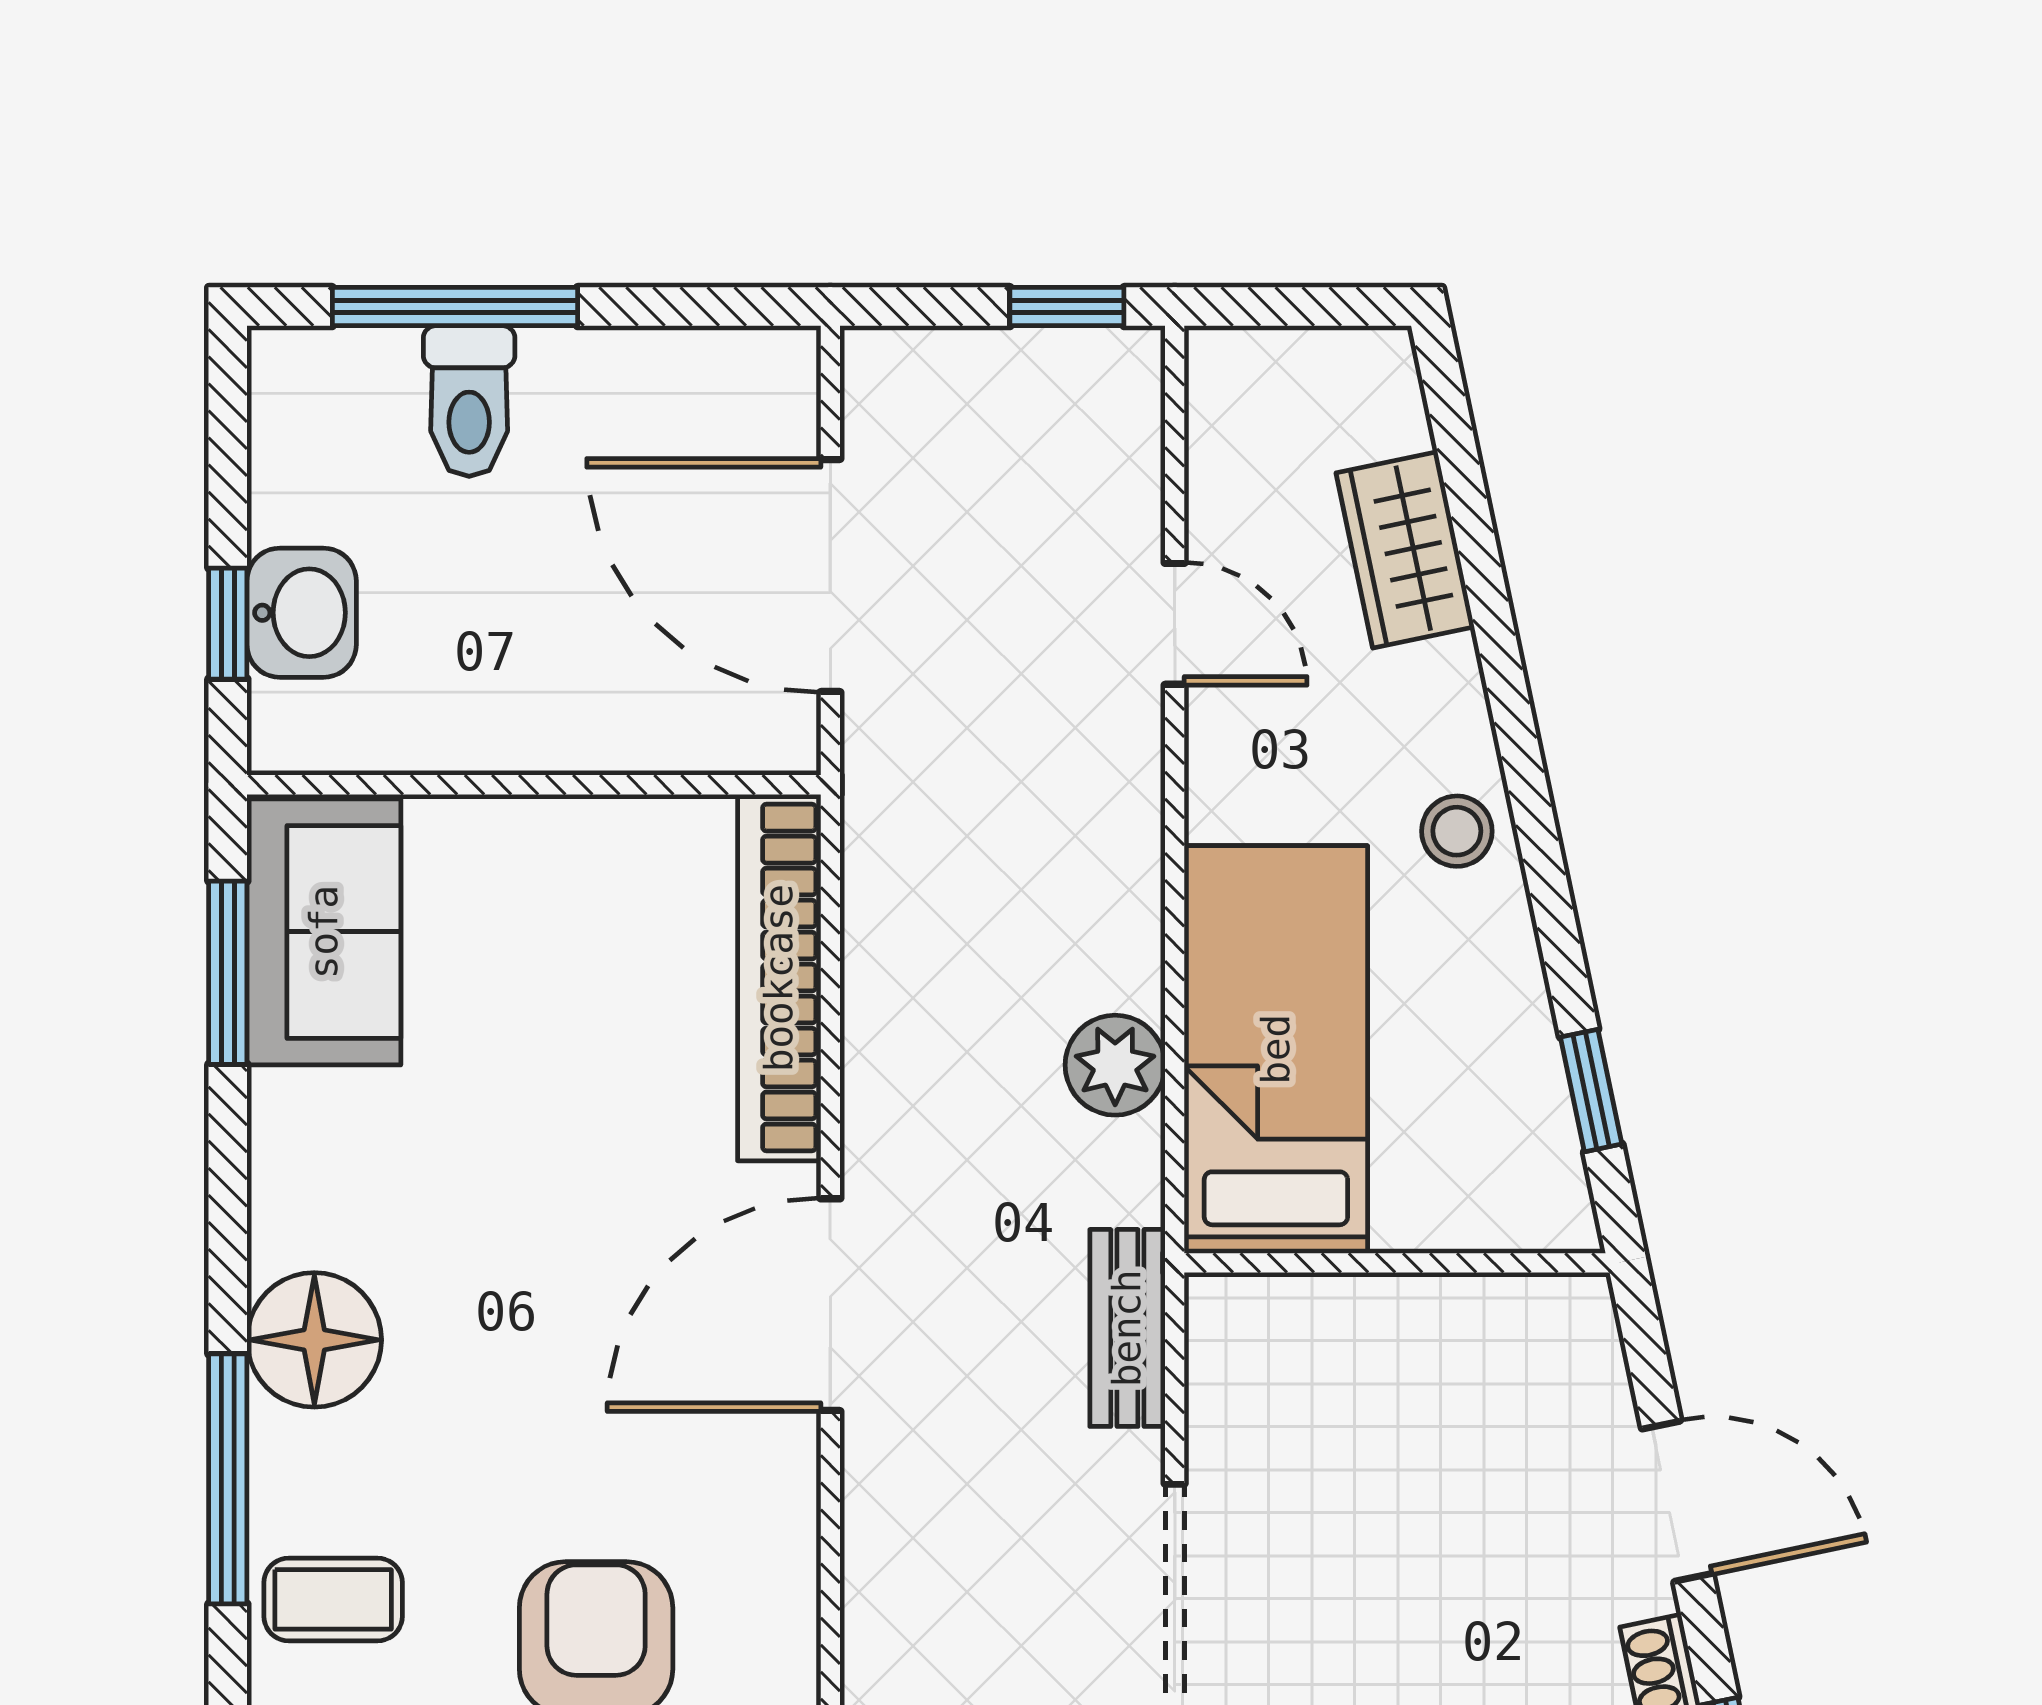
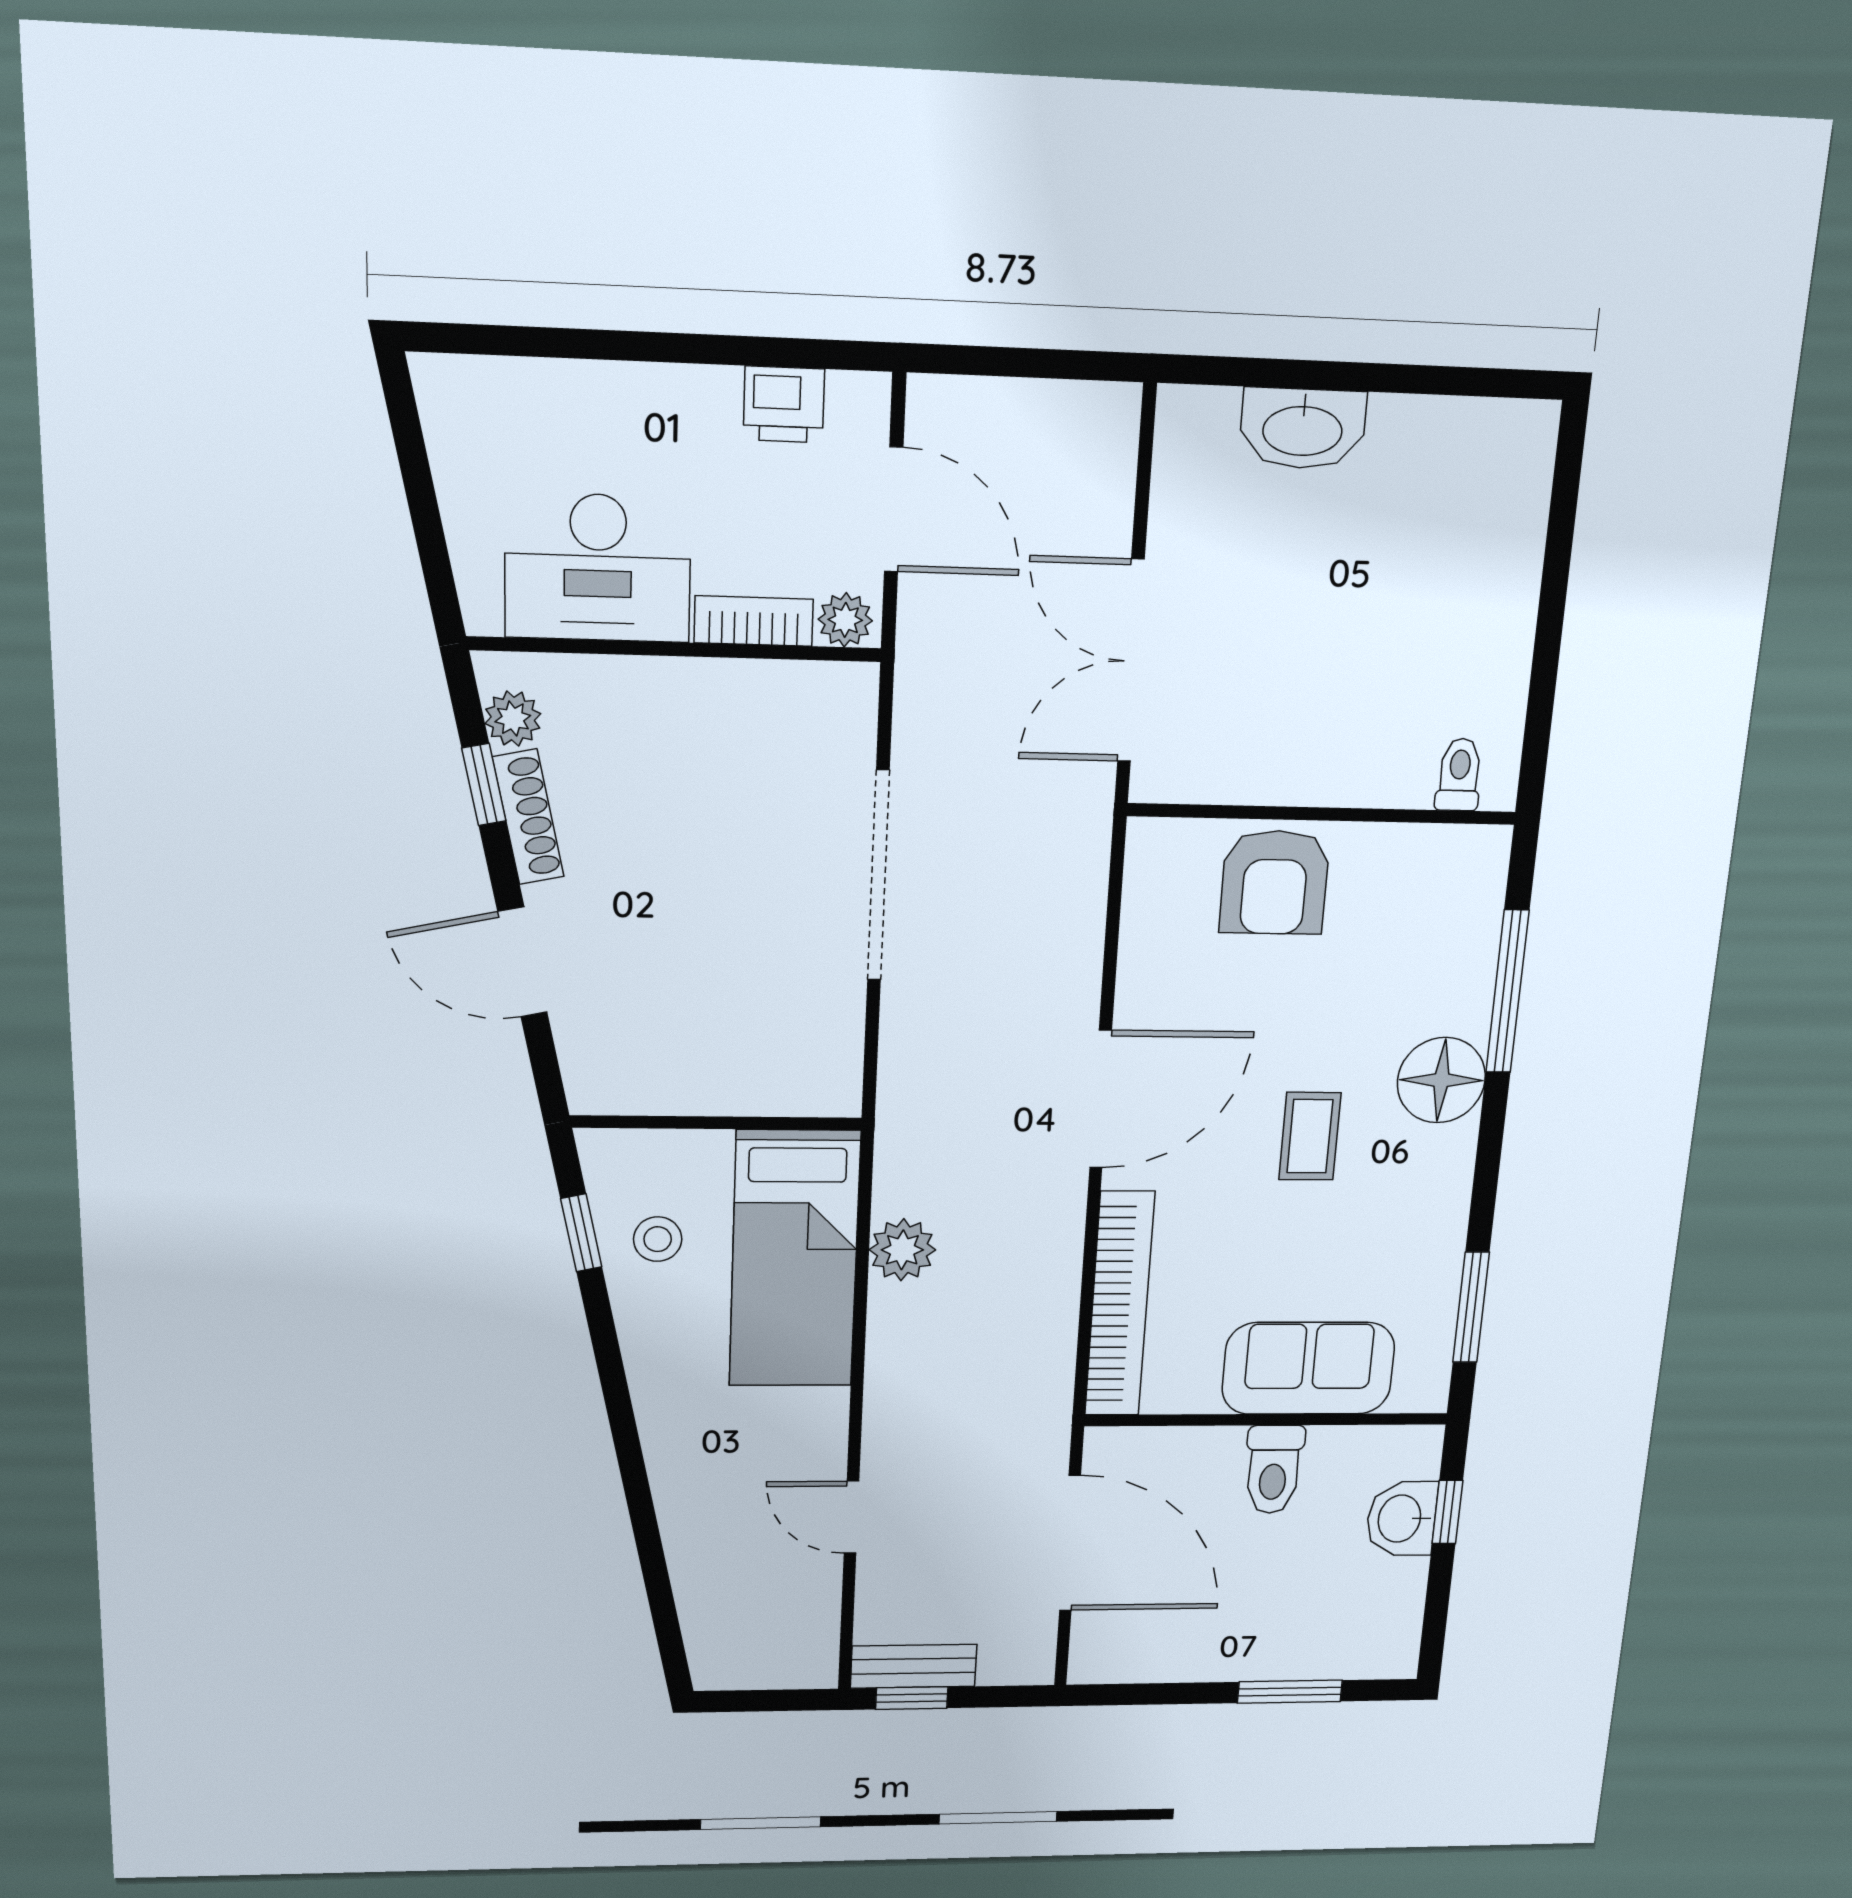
window: (455, 307) -> (1290, 1692), width x0.69
toilet: (469, 401) -> (1274, 1469), moved, turned 180
wardrobe: (1405, 550) -> (700, 1562), removed
stool: (1457, 831) -> (658, 1239), moved
sofa: (324, 932) -> (1308, 1368), moved, turned 90
bench: (1127, 1328) -> (914, 1666), moved, turned 90
coffee table: (333, 1599) -> (1310, 1136), moved, turned 90

